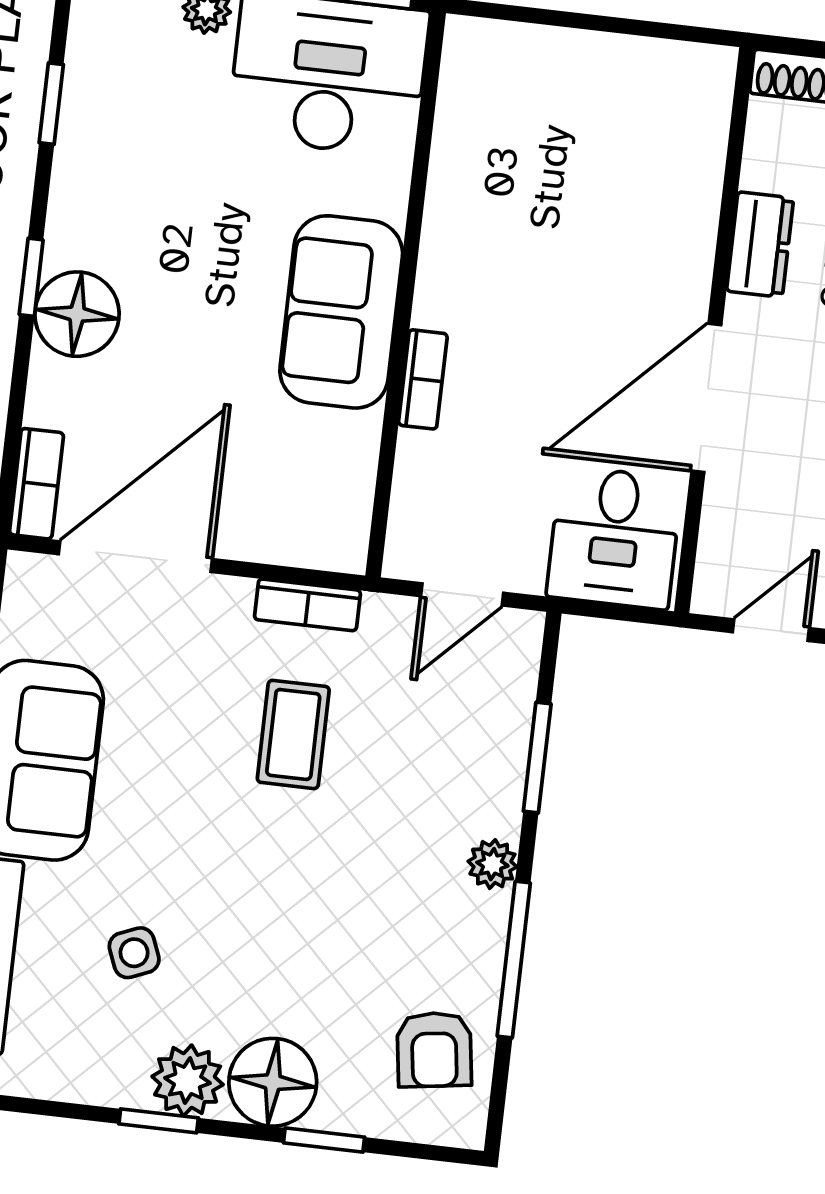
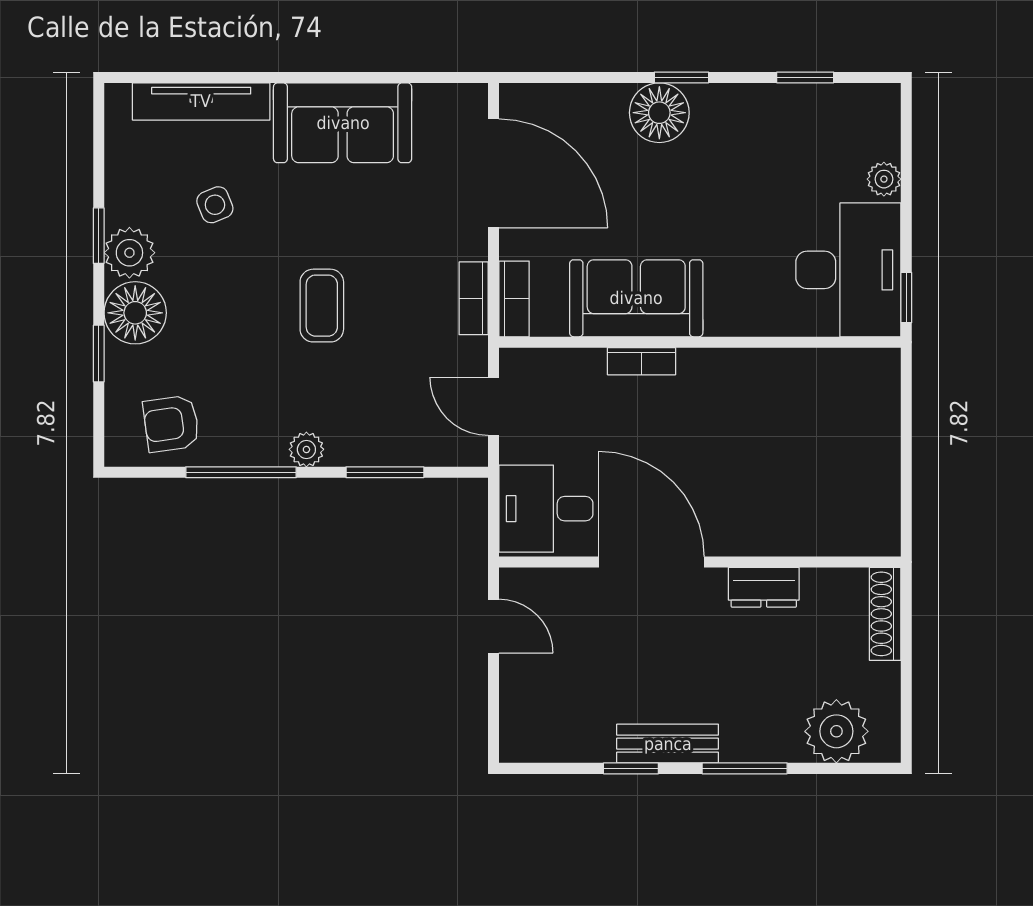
sofa: (341, 312) -> (636, 298), moved
bookcase: (36, 484) -> (514, 299), moved, turned -90
coffee table: (293, 734) -> (322, 306), moved, turned 90

